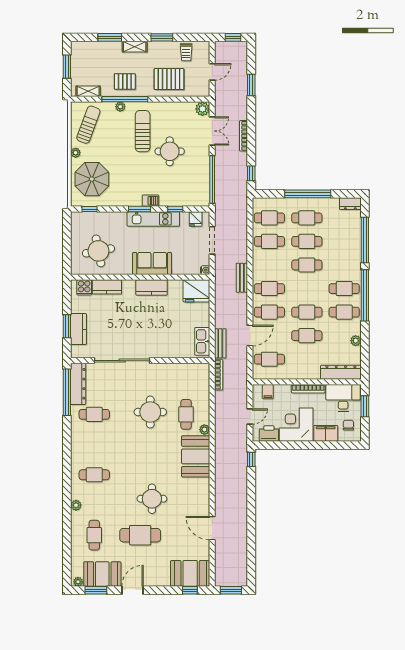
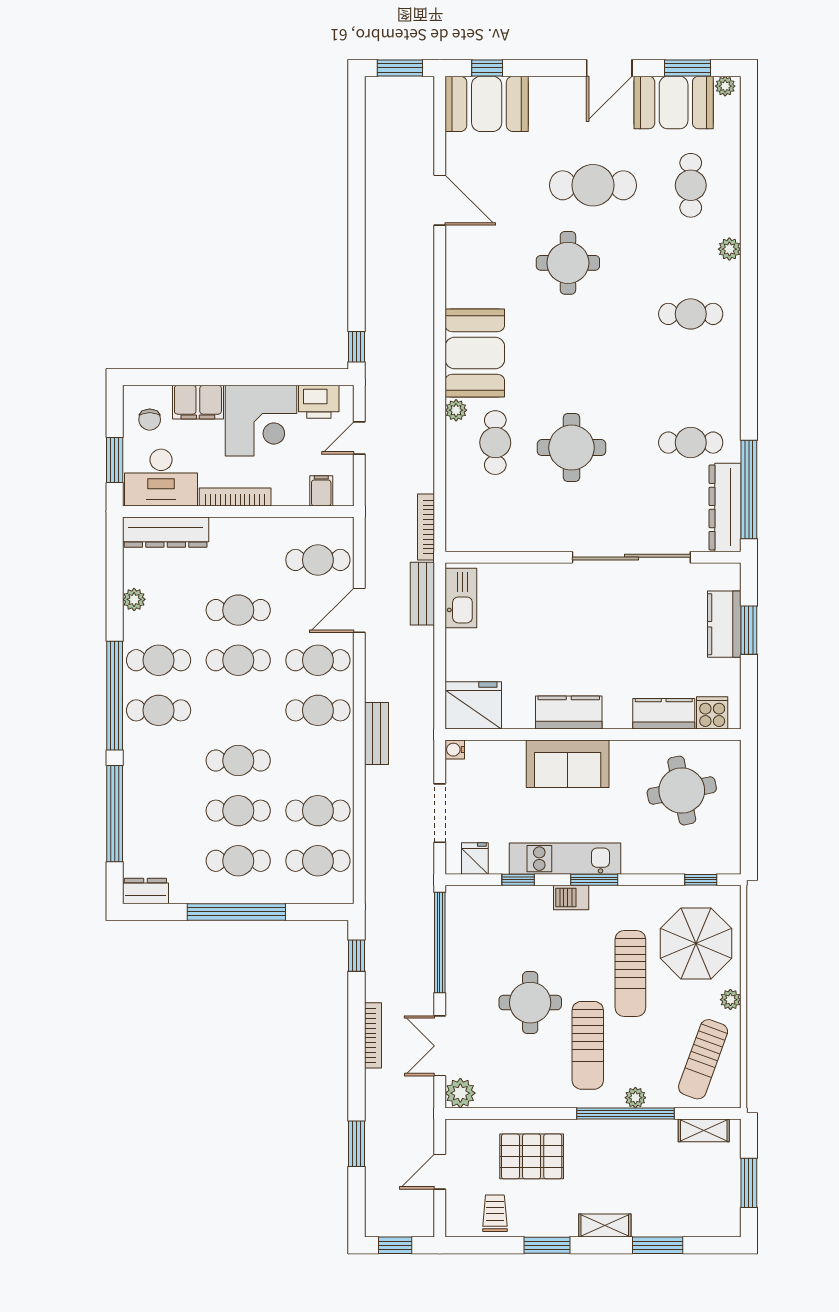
pallet: (125, 81) -> (626, 1151), removed
sun lounger: (123, 165) -> (630, 974), added

